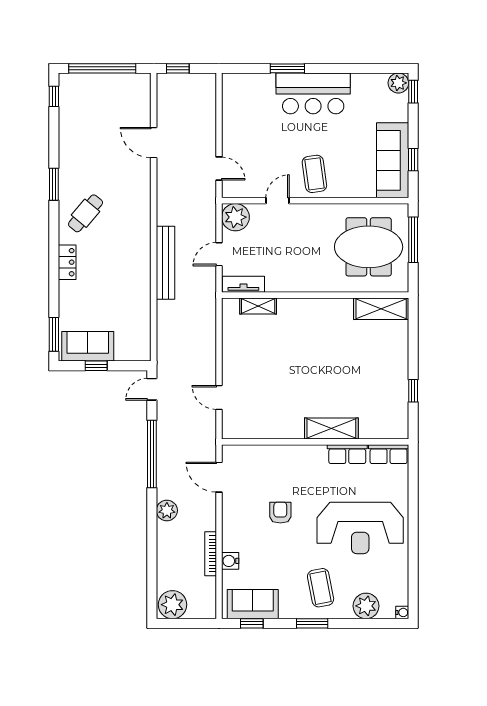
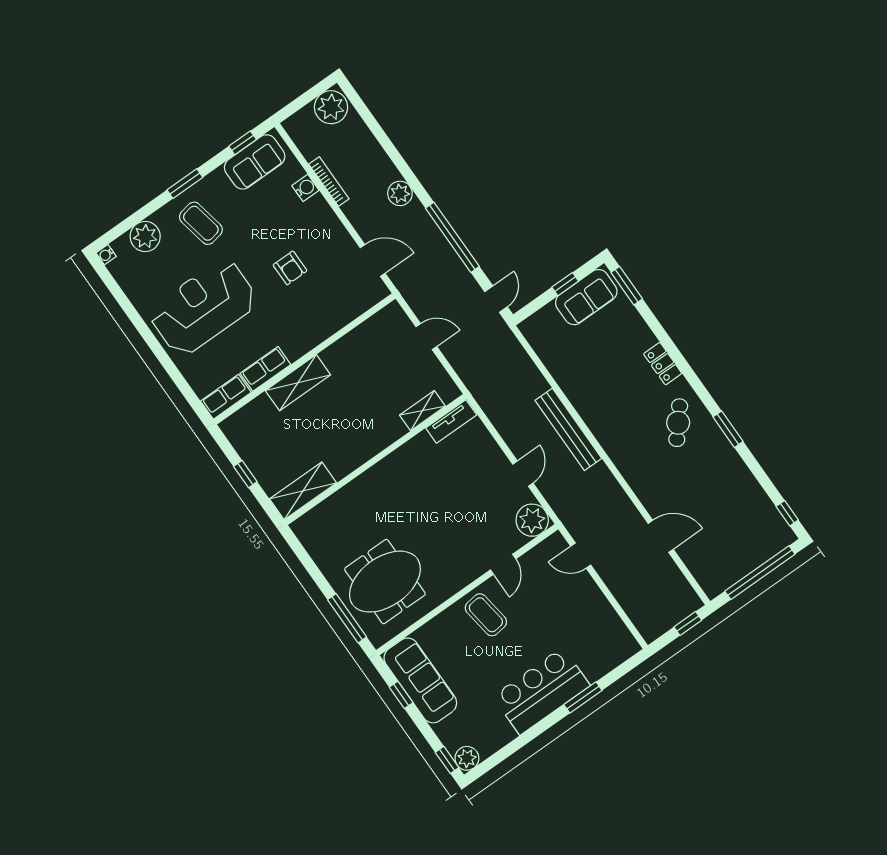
tv unit: (243, 284) -> (451, 421), moved
wall: (315, 295) -> (375, 460), moved
shelving: (258, 306) -> (422, 411), moved
shelving: (381, 309) -> (303, 491), moved

